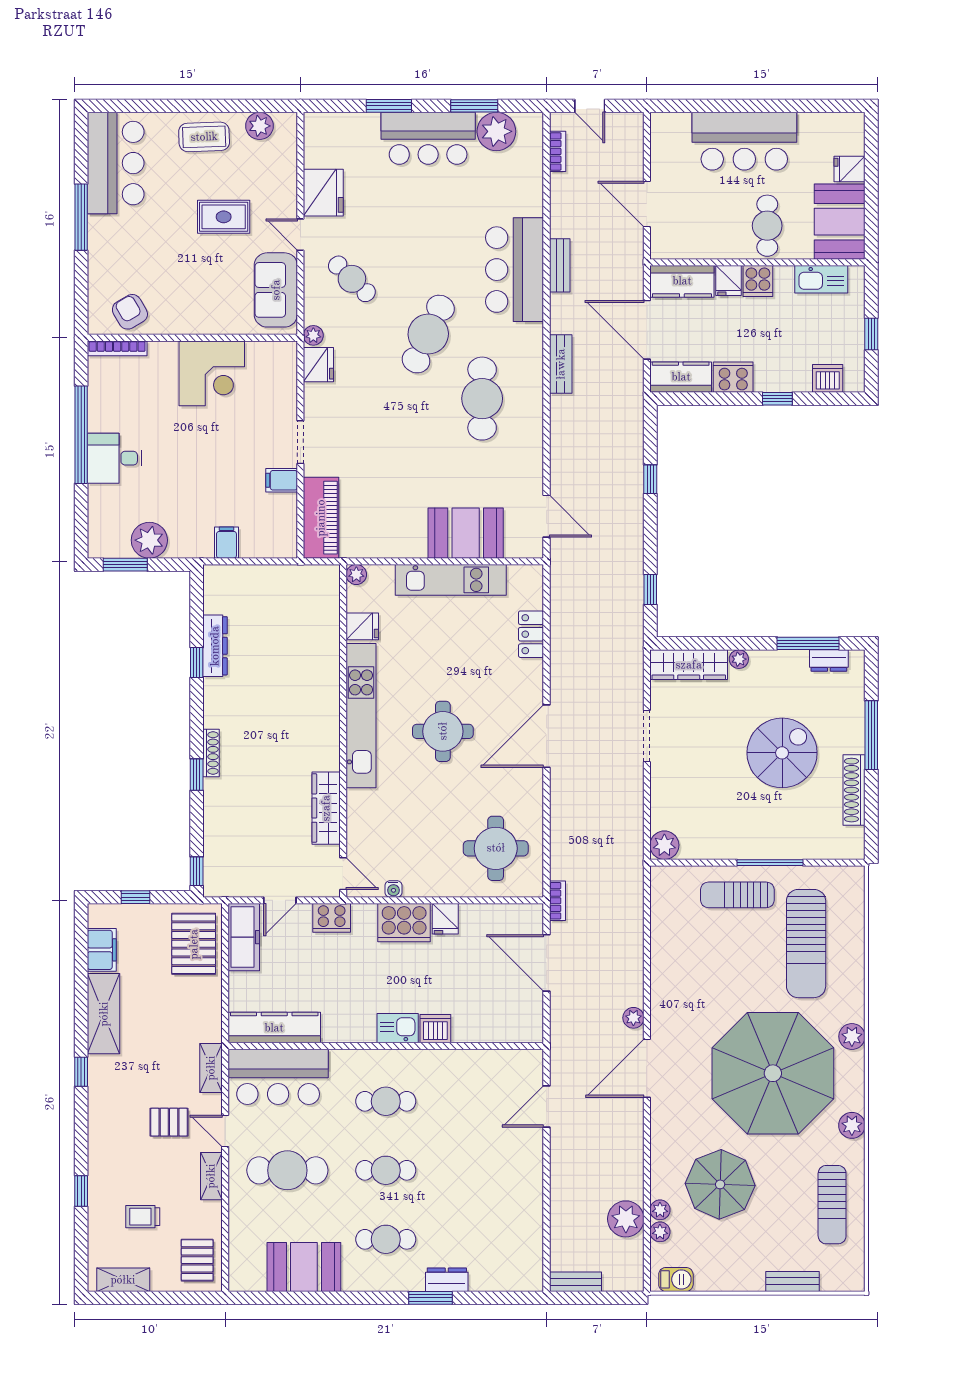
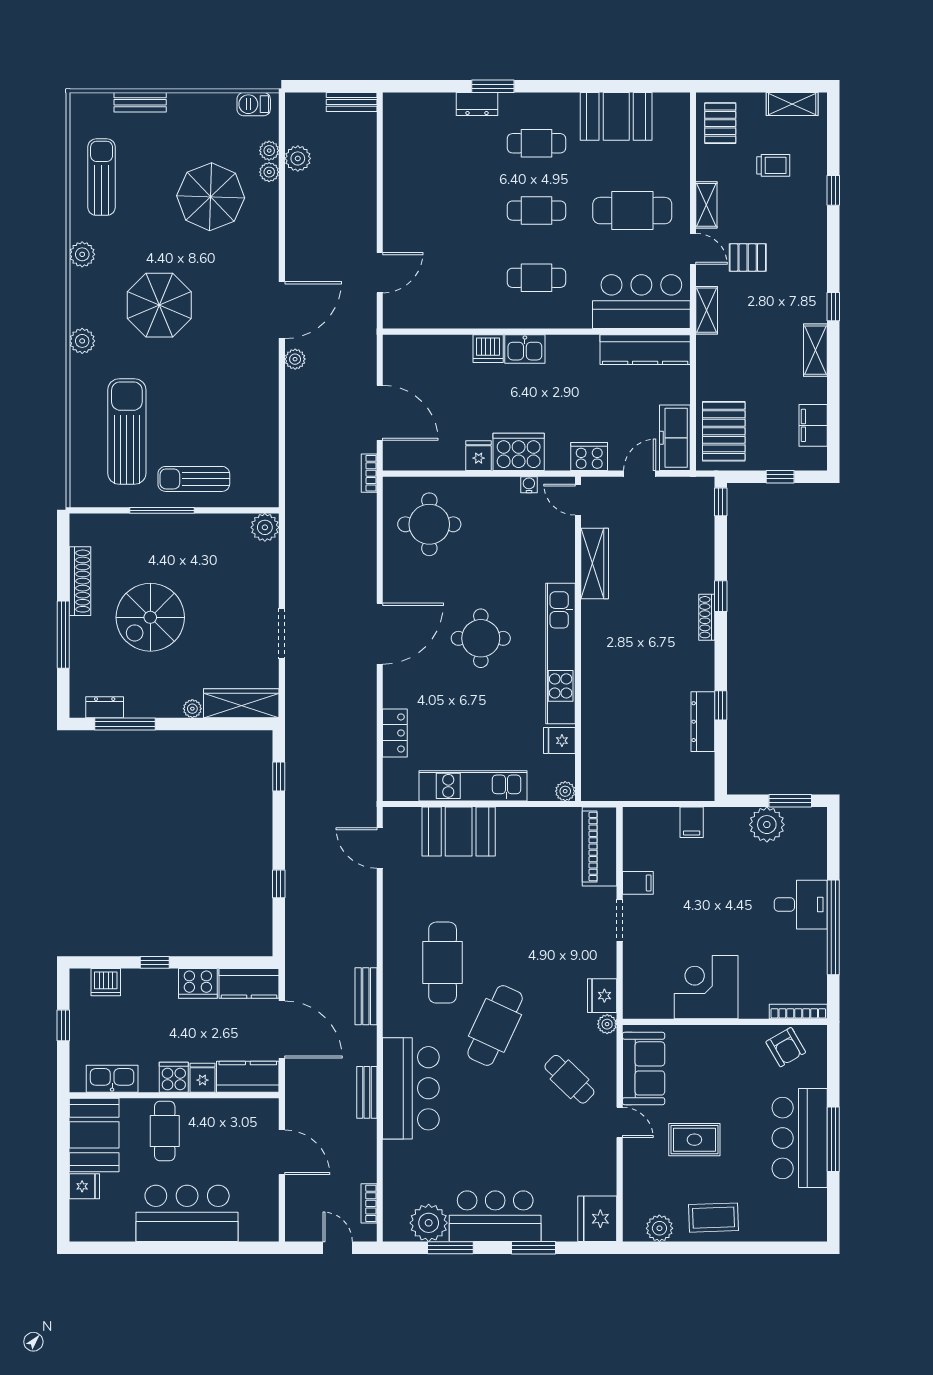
bar counter: (116, 163) -> (800, 1138), moved
fridge: (323, 193) -> (597, 1219), moved
sun lounger: (737, 895) -> (194, 479), turned 180
shelving: (104, 1014) -> (815, 350), width x0.67, depth x0.75
parasol: (773, 1073) -> (159, 305), width x0.54, depth x0.54
plant: (626, 1219) -> (298, 158), width x0.73, depth x0.73

